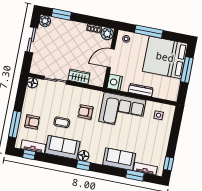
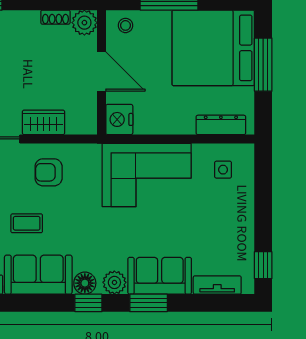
door: (111, 58) -> (101, 71), swing flipped
dresser: (141, 90) -> (221, 125), moved
armchair: (86, 112) -> (49, 172), moved
plant: (97, 158) -> (114, 282), added
window: (135, 175) -> (149, 303), moved

